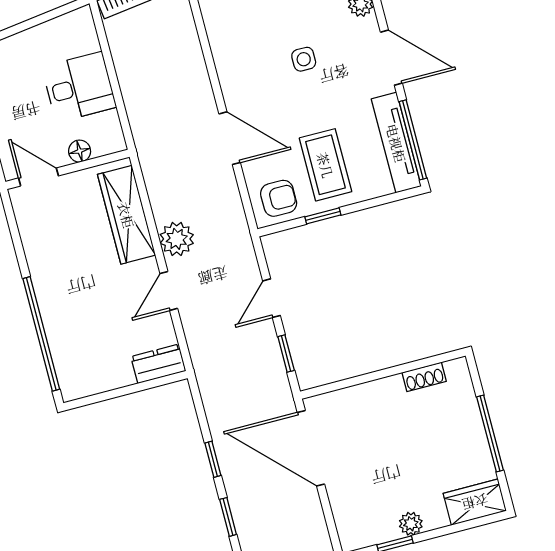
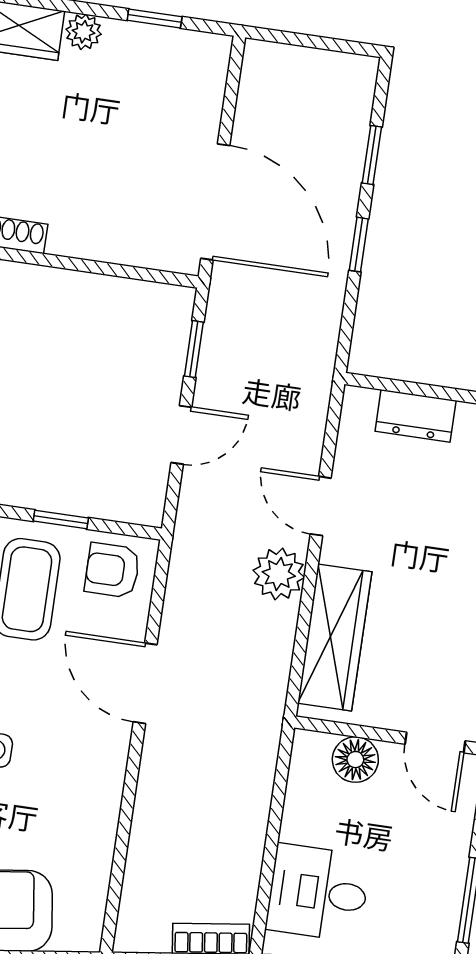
desk: (79, 87) -> (318, 893), moved
floor lamp: (80, 151) -> (355, 760), width x1.37, depth x1.37
door: (169, 291) -> (321, 506), swing flipped
dresser: (158, 364) -> (416, 416), moved
plant: (411, 524) -> (84, 32), moved

